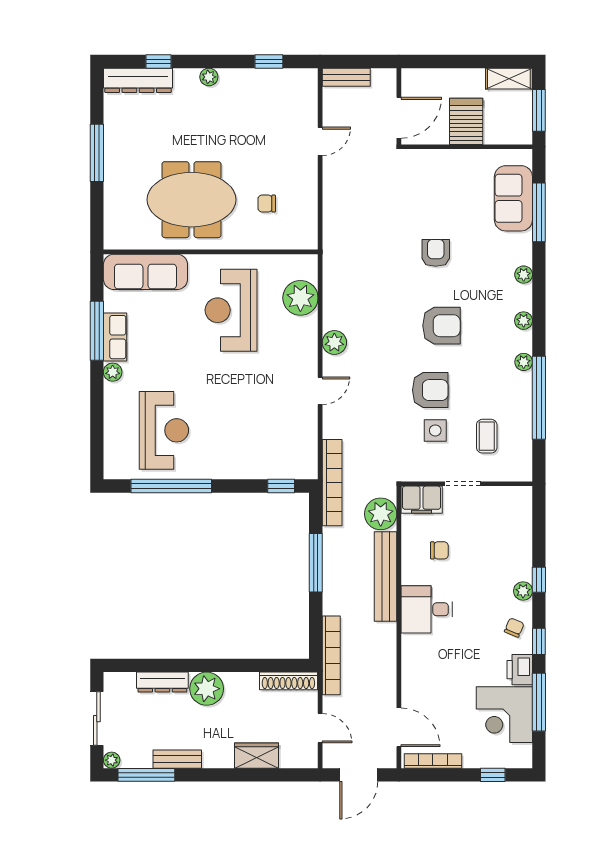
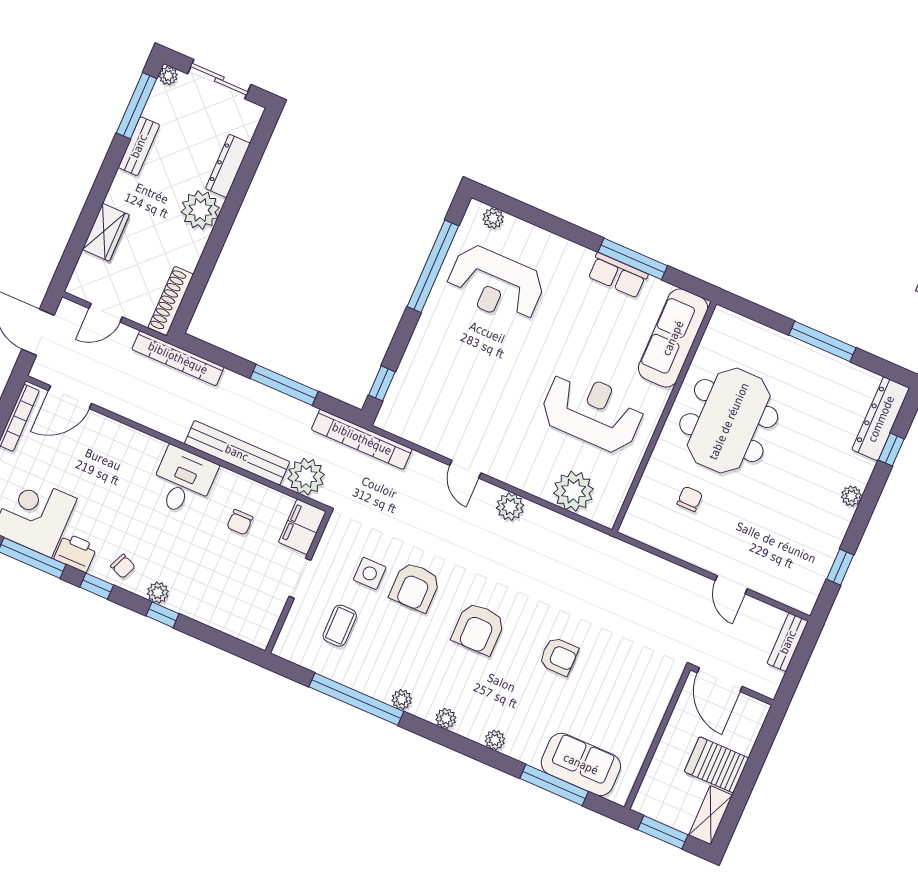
server rack: (466, 121) -> (716, 765), moved, turned 180
plant: (113, 372) -> (493, 218), moved
coffee table: (487, 436) -> (340, 626), turned 90

